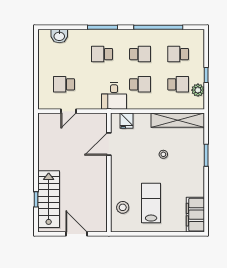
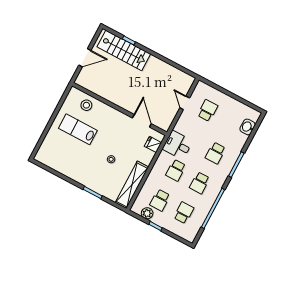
school desk: (102, 54) -> (215, 153), turned 180
lab bench: (151, 203) -> (78, 129), turned 180
filing cabinet: (195, 215) -> (50, 159), removed

